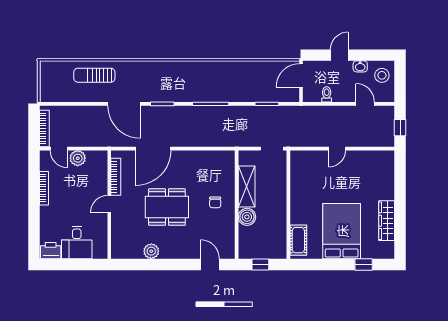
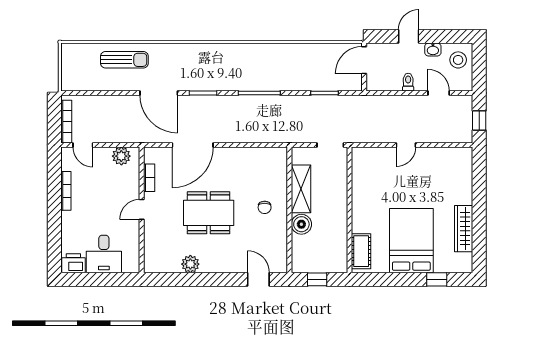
sun lounger: (94, 75) -> (124, 60), turned 180
toilet: (327, 94) -> (408, 82), moved
plant: (78, 158) -> (121, 156), moved
bookcase: (116, 177) -> (149, 178), width x0.64

